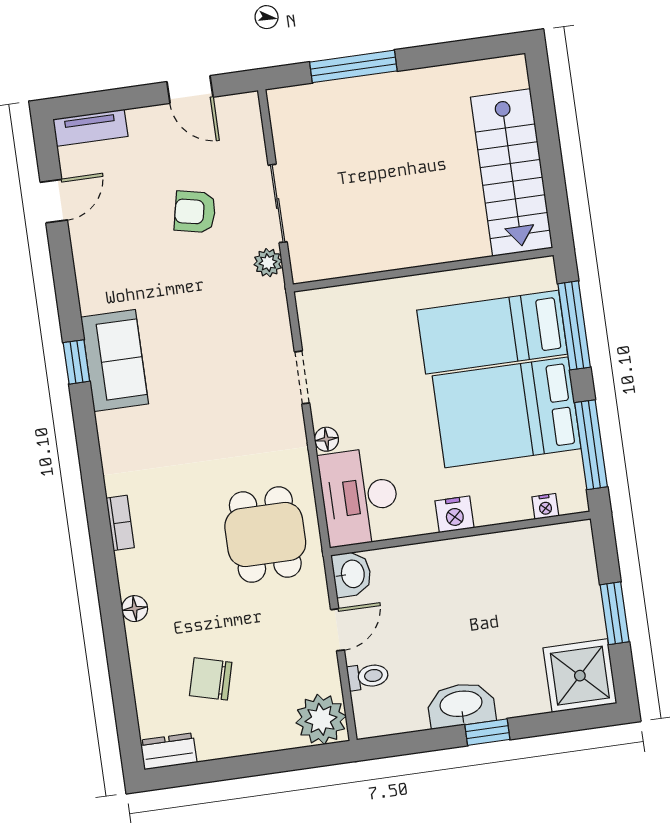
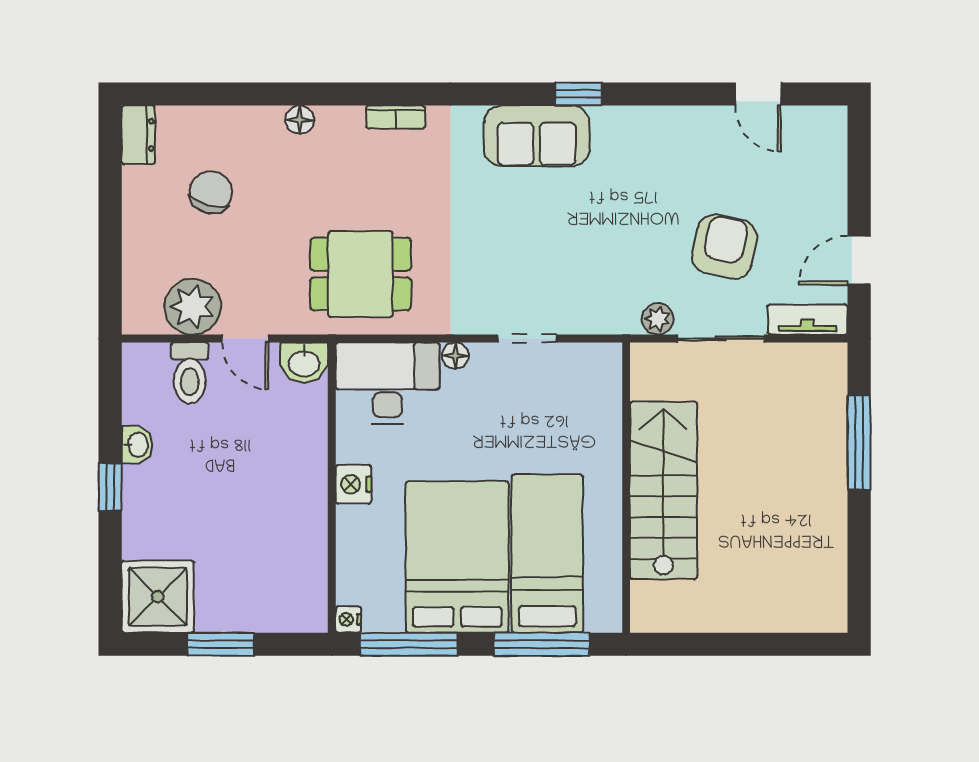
tv unit: (90, 128) -> (808, 320), moved, turned 90
stairs: (512, 173) -> (663, 490), moved, turned 90
armchair: (195, 212) -> (725, 247), width x1.38, depth x1.38
sofa: (115, 360) -> (537, 136), moved
nightstand: (545, 506) -> (348, 619), moved
toilet: (368, 676) -> (190, 373), width x1.37, depth x1.39
washbasin: (461, 705) -> (137, 445), width x0.52, depth x0.69
plant: (321, 719) -> (192, 307), moved

